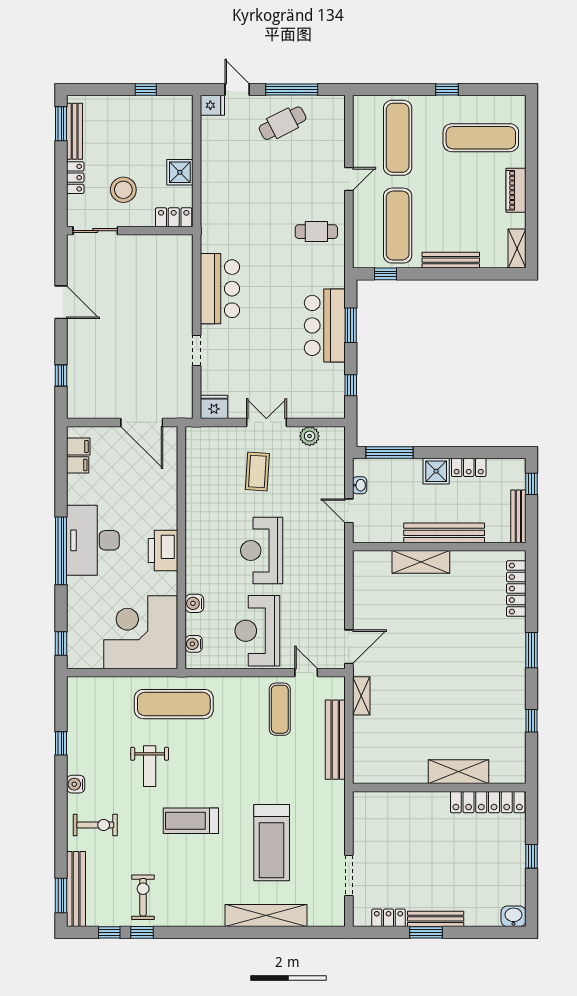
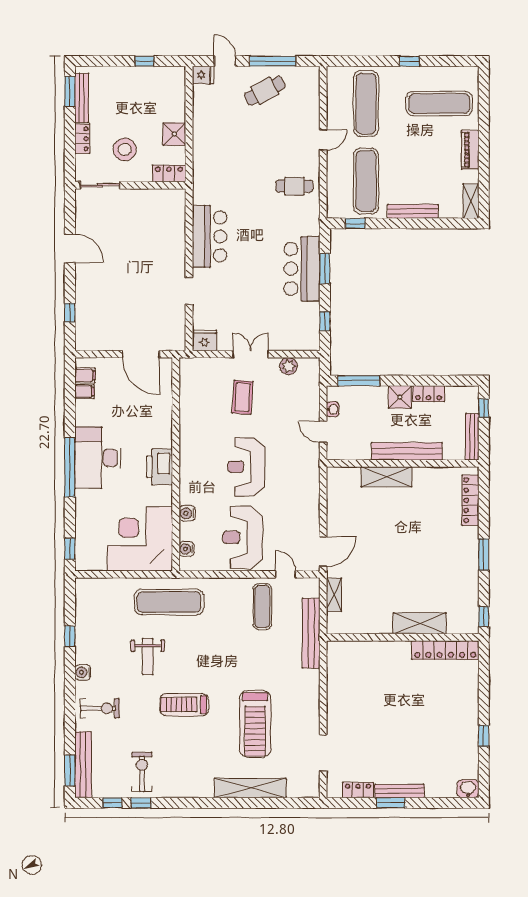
shelving: (459, 772) -> (420, 623), moved
wall: (439, 787) -> (403, 637), moved
locker: (488, 802) -> (445, 650), moved

